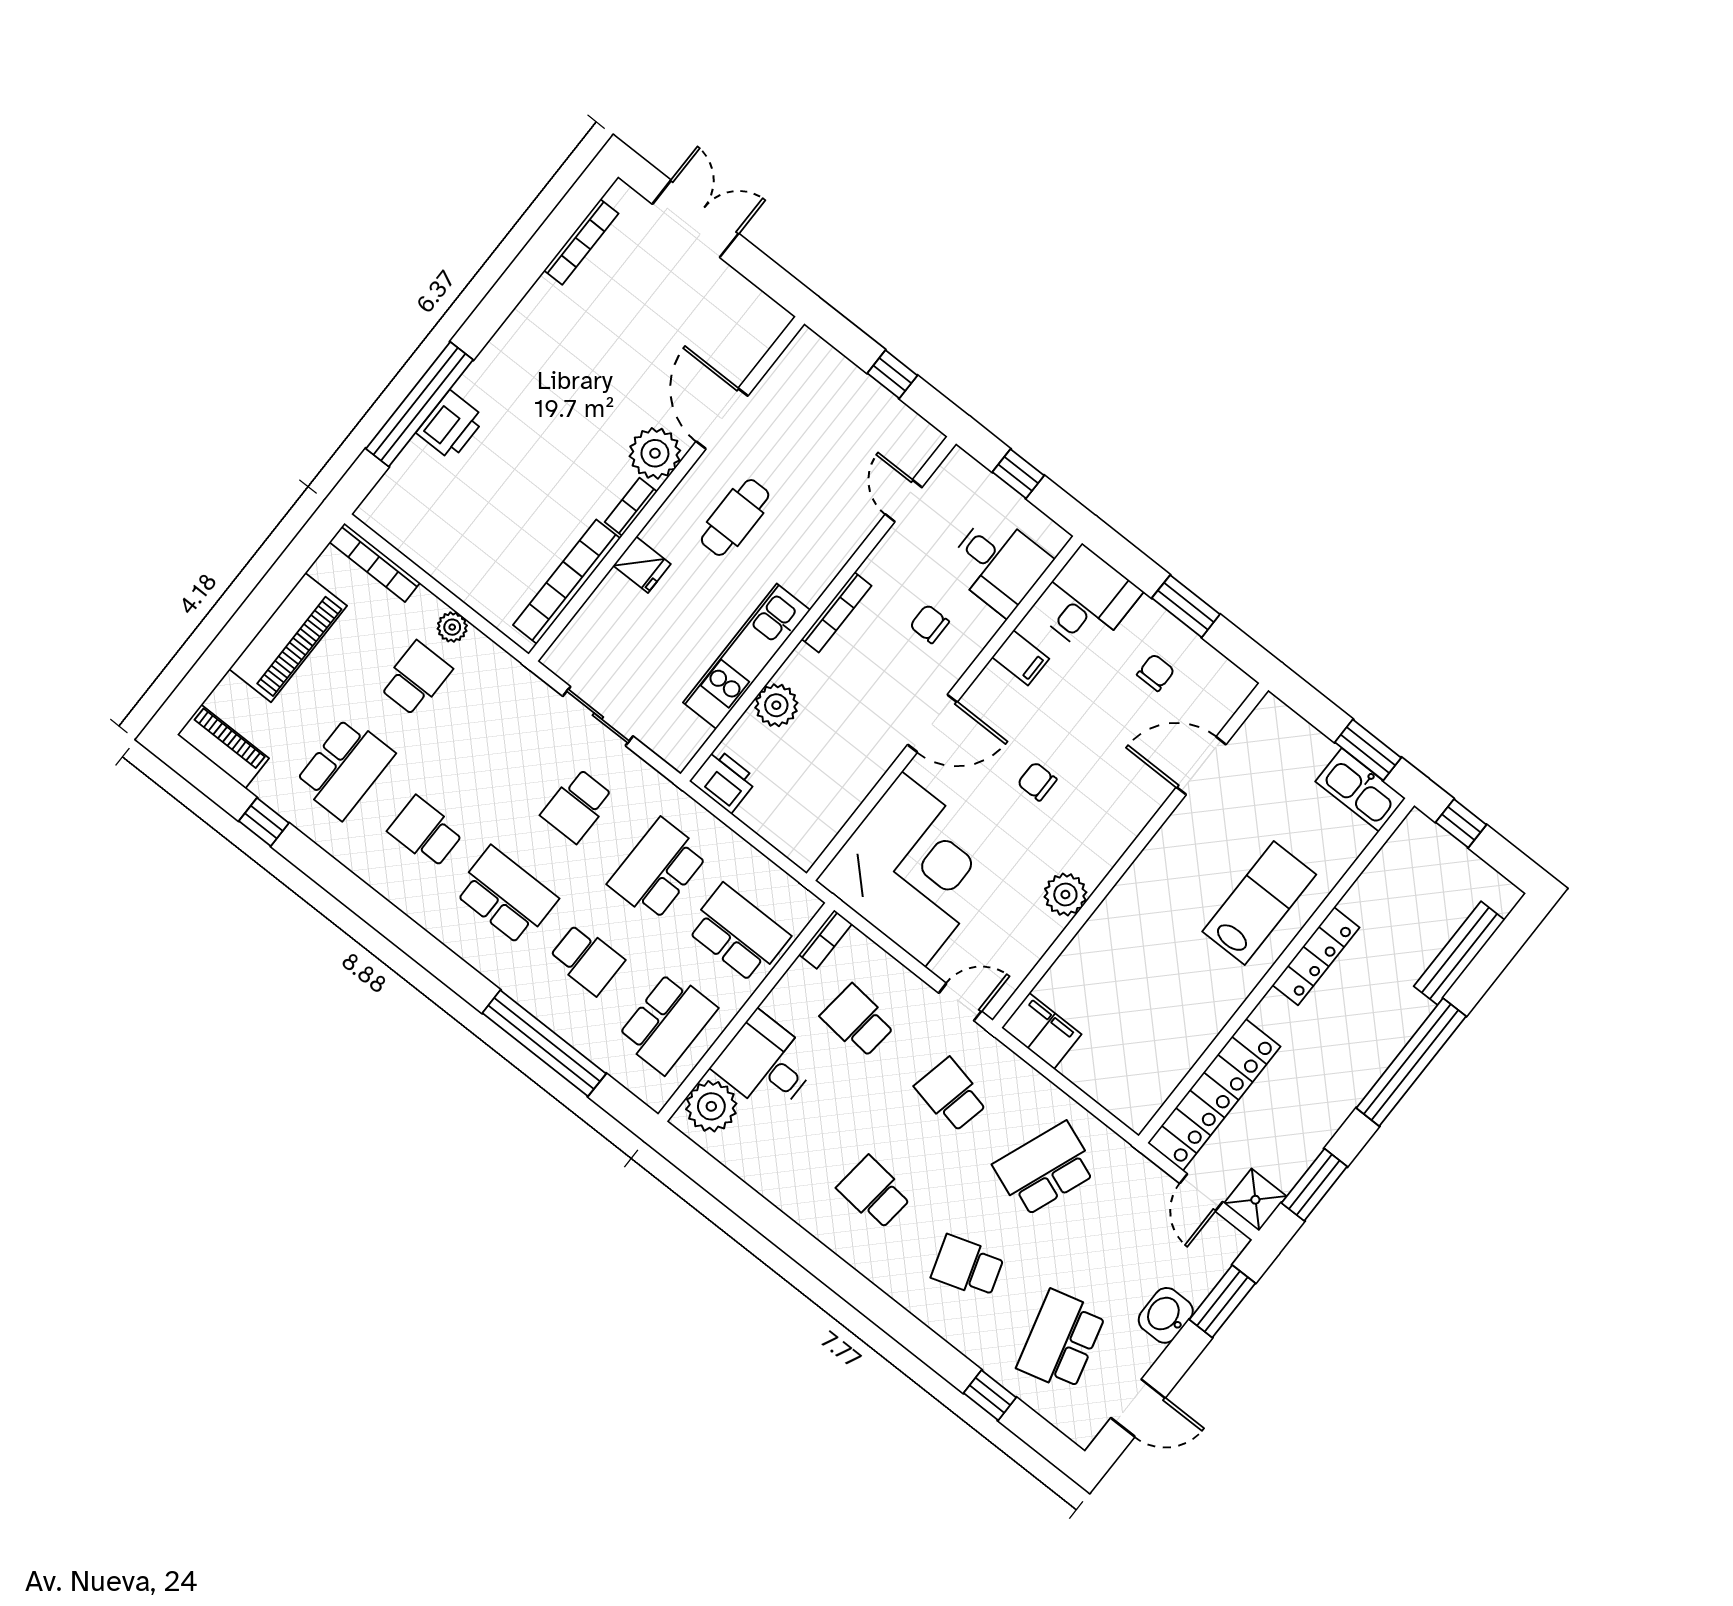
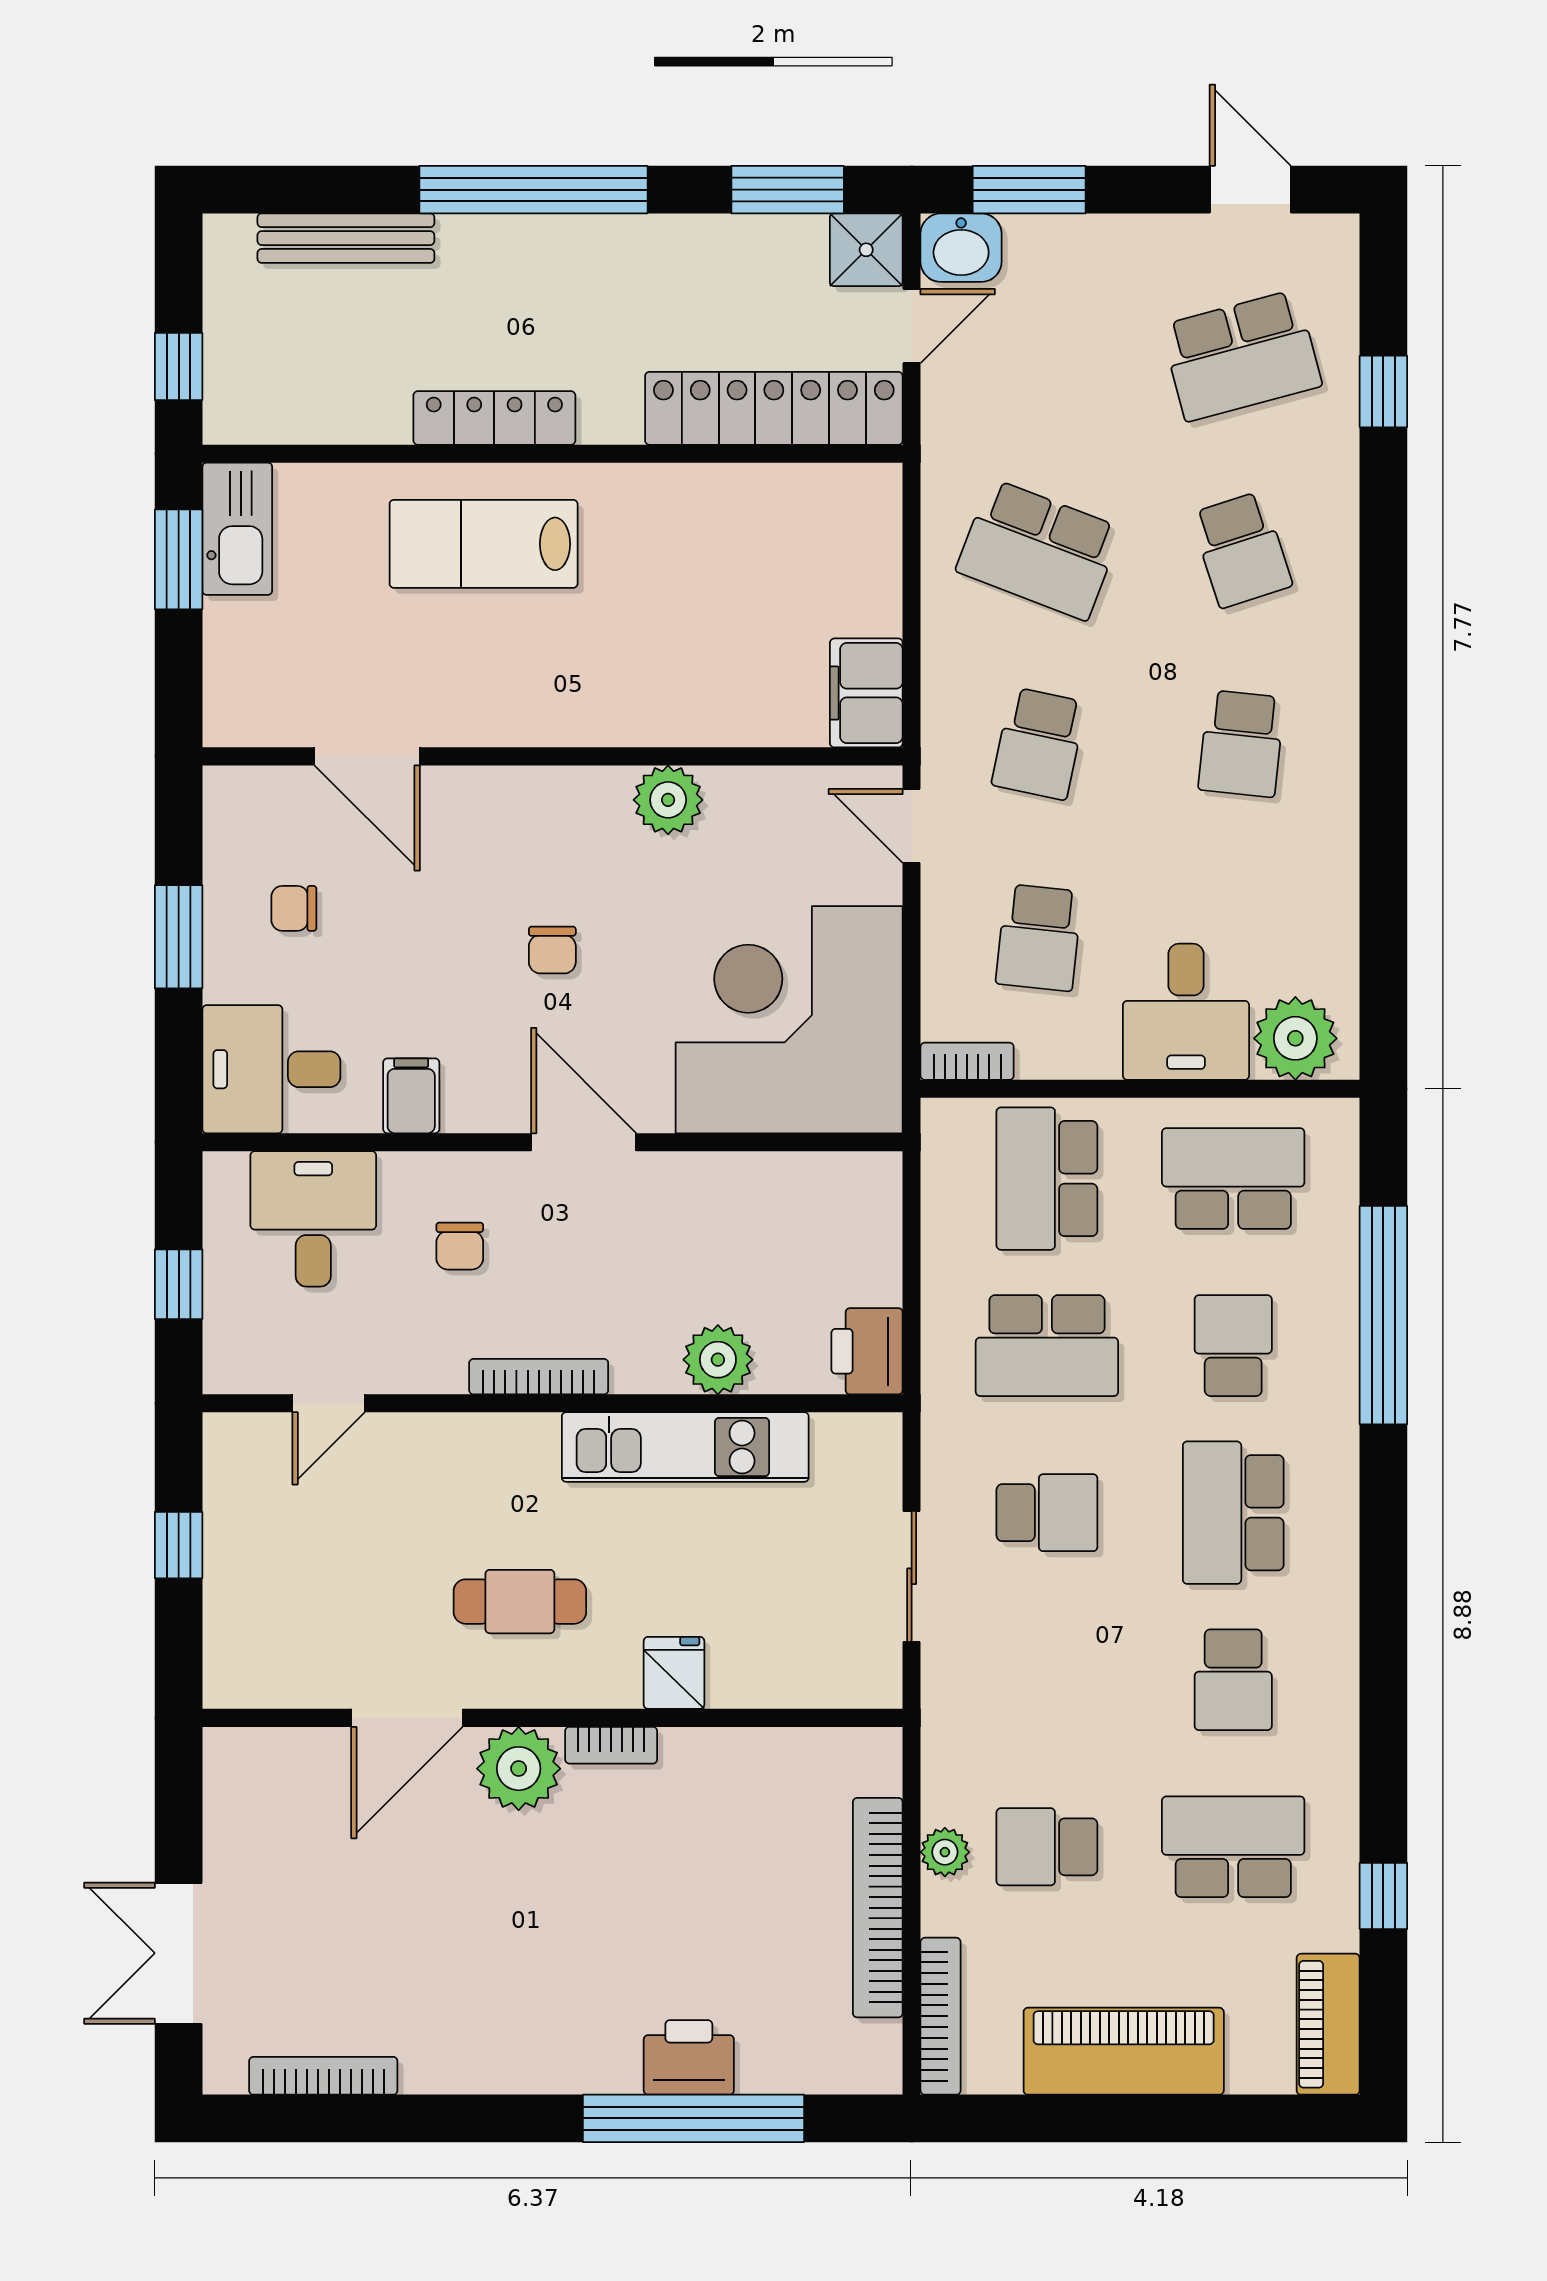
bookcase: (567, 582) -> (878, 1908), moved, turned 90
washbasin: (1166, 1315) -> (961, 248), moved

